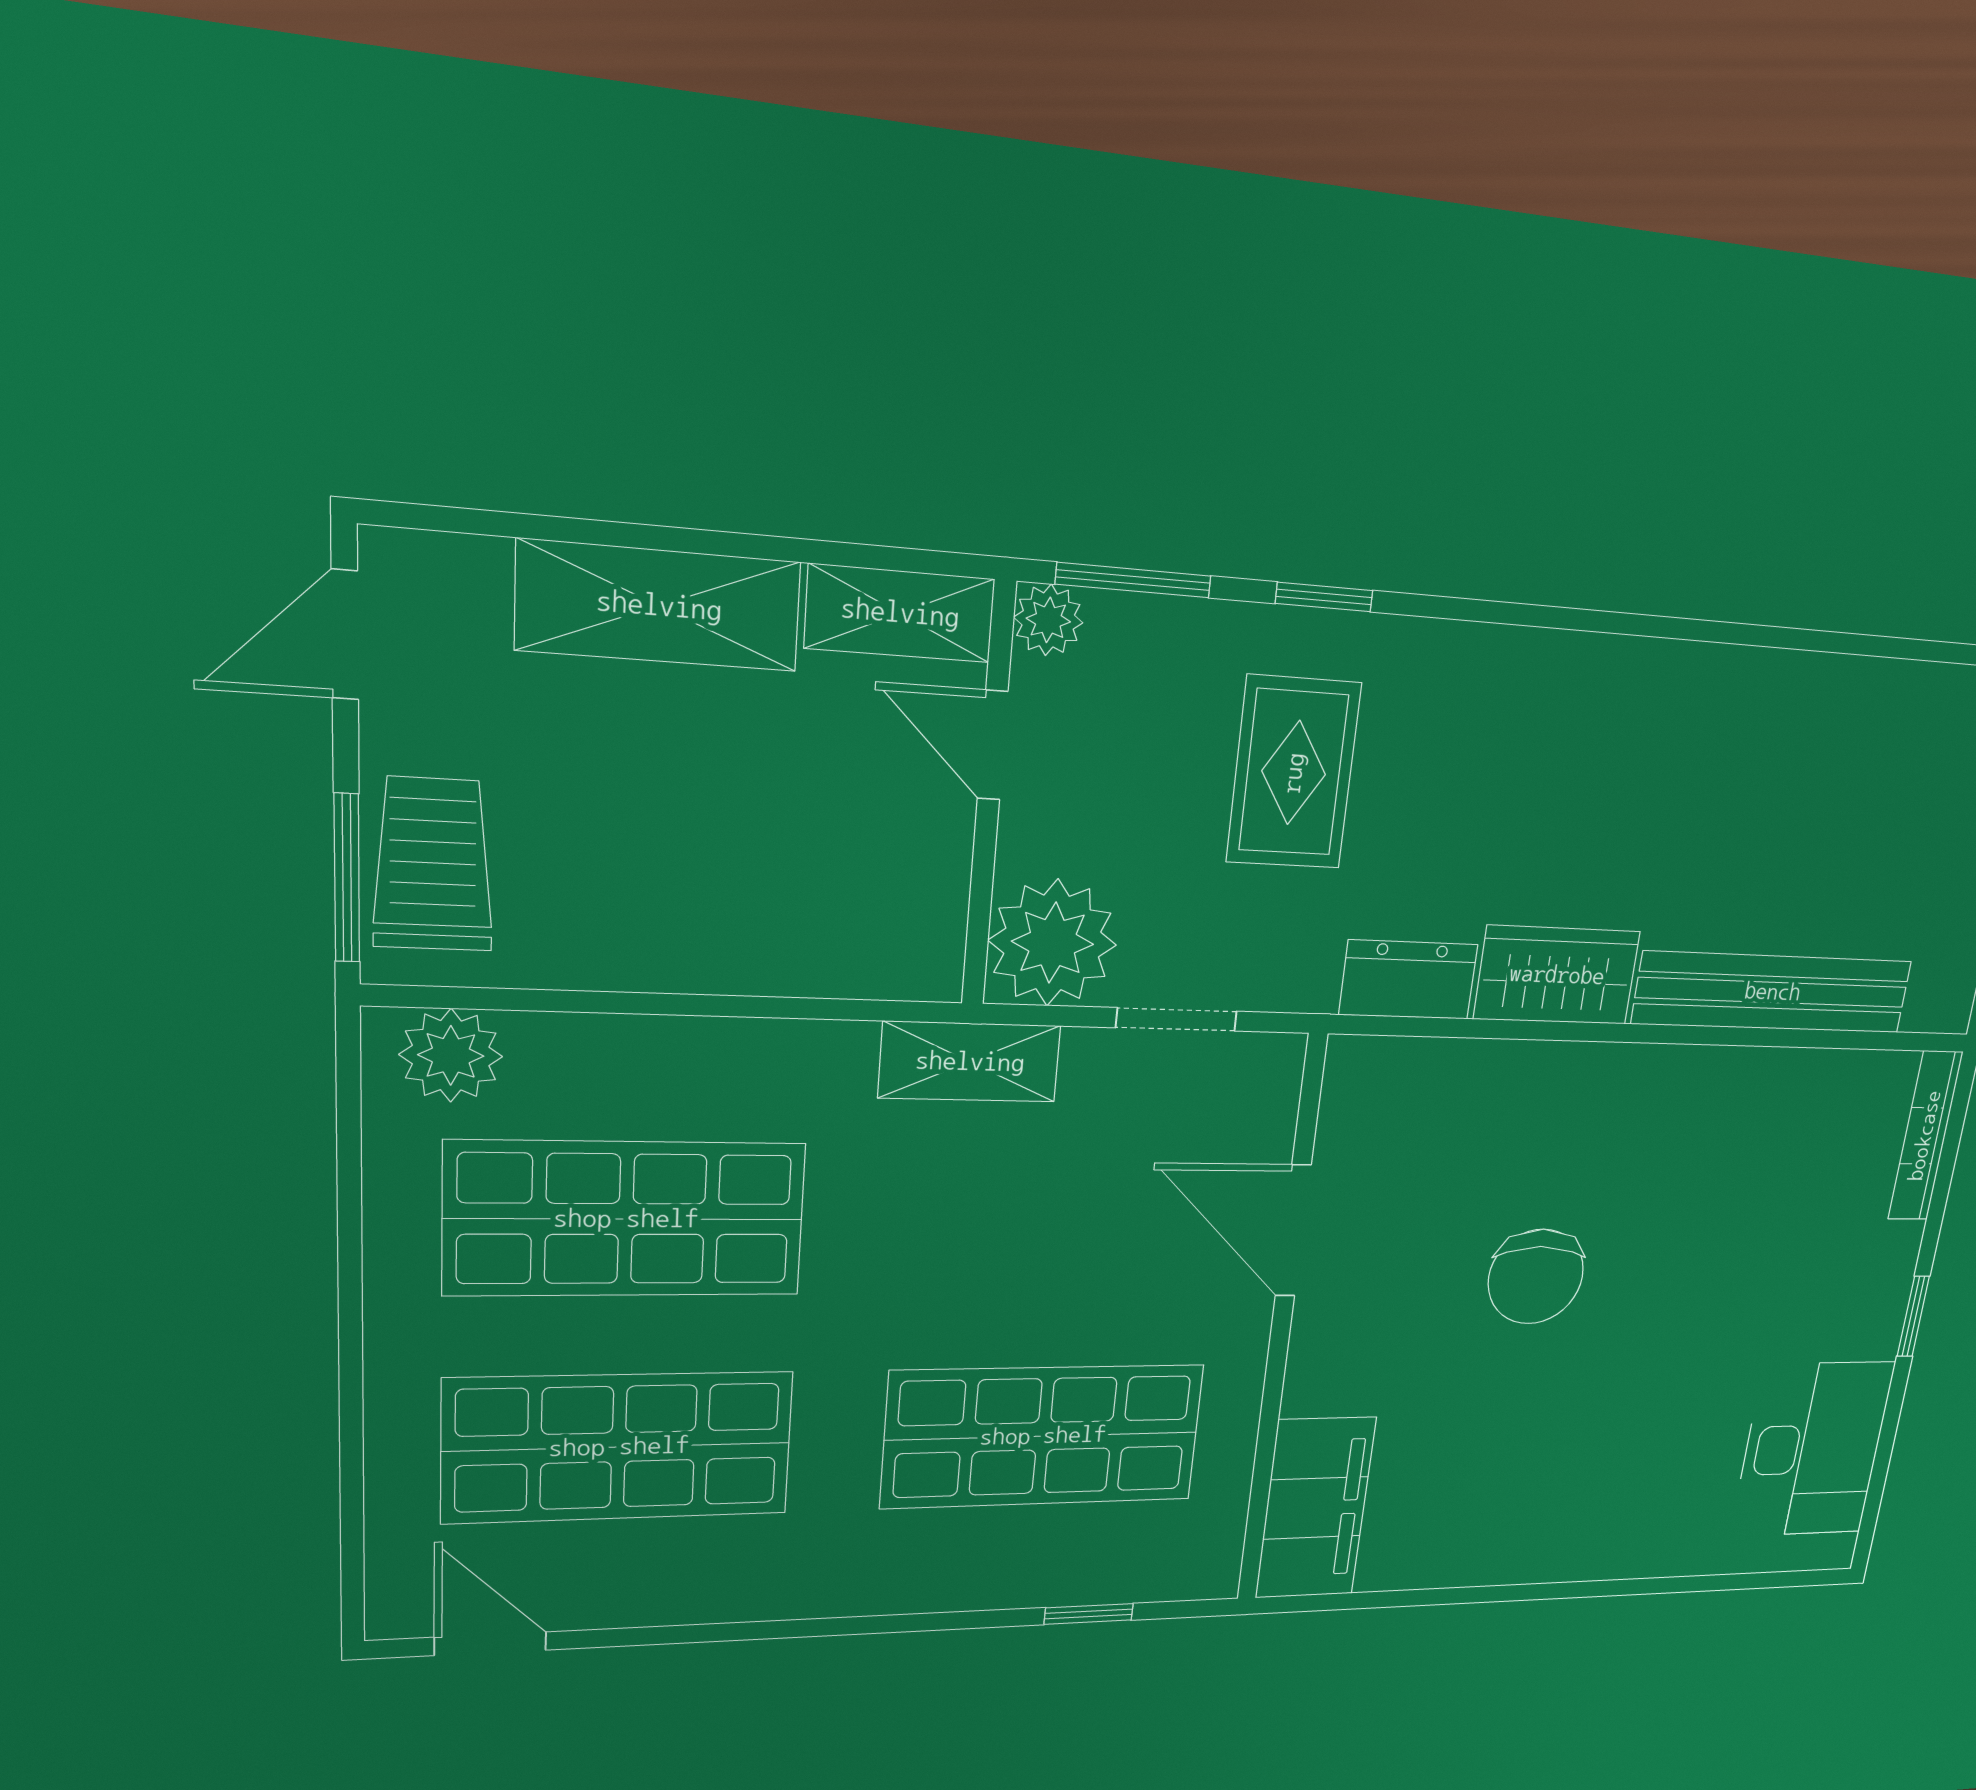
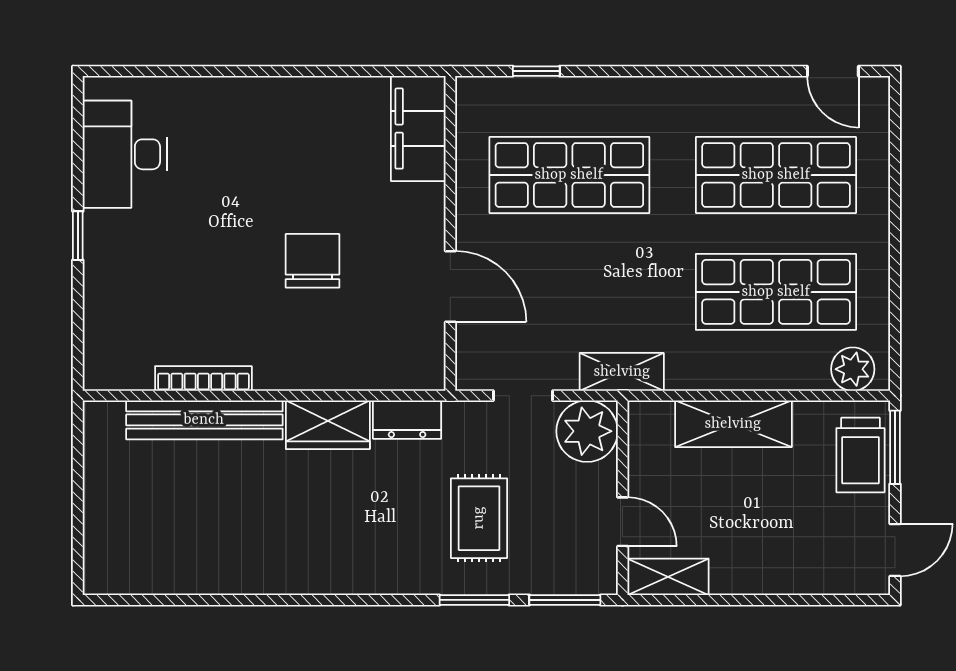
window: (1324, 597) -> (474, 600), width x1.50
shelving: (659, 606) -> (733, 424), moved
plant: (1048, 620) -> (602, 579), removed
bookcase: (1925, 1136) -> (203, 378), moved, turned -90

